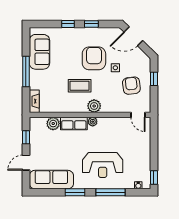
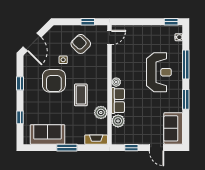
window: (68, 24) -> (20, 117), moved
armchair: (94, 58) -> (54, 81), turned -90
window: (26, 72) -> (67, 148), width x0.69
window: (154, 79) -> (88, 22), moved
armchair: (131, 86) -> (81, 44), turned 52
plant: (94, 106) -> (101, 112), moved
sofa: (51, 180) -> (173, 128), width x0.73

